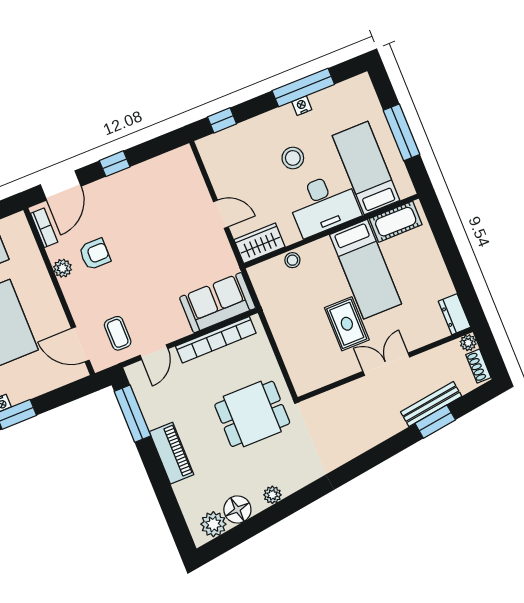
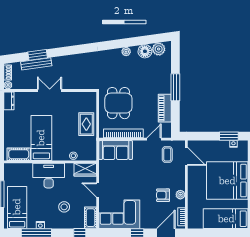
cot: (213, 157) -> (91, 218), added
stool: (293, 158) -> (64, 207), moved
bed: (366, 168) -> (17, 207), moved, turned 180
corner sofa: (162, 185) -> (119, 214), added
rug: (347, 324) -> (86, 124), moved
double door: (386, 364) -> (50, 90), swing flipped
window: (132, 414) -> (175, 87), moved
dining table: (252, 414) -> (118, 103), moved, turned 90
piano: (171, 453) -> (165, 108), moved

